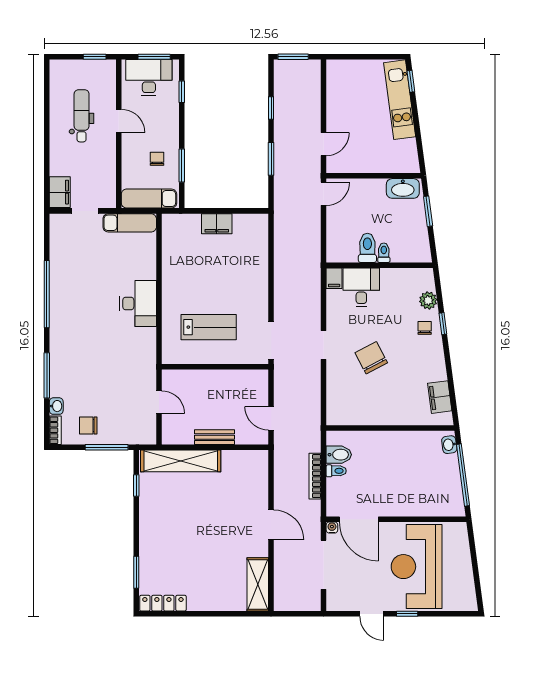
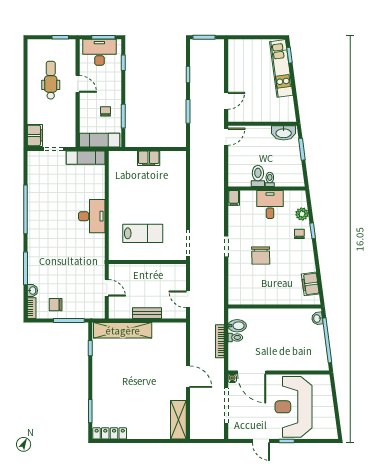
desk: (361, 287) -> (270, 204), moved
chair: (371, 358) -> (261, 256), turned -153

